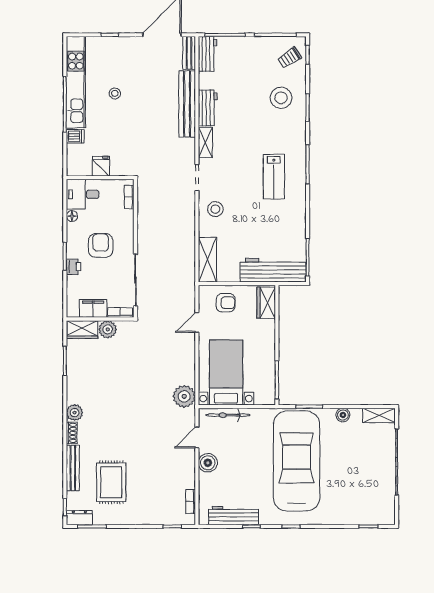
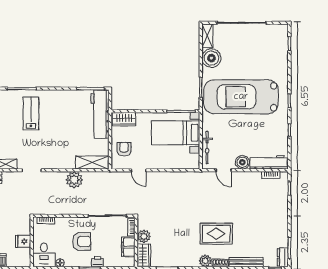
lab bench: (274, 177) -> (31, 114), turned -90
stool: (215, 209) -> (55, 157), removed
armchair: (101, 245) -> (82, 242), turned 180
bed with nightstands: (226, 372) -> (176, 133), moved
plant: (184, 396) -> (74, 180), moved
boiler: (343, 415) -> (211, 58), width x1.86, depth x1.86
rug: (111, 482) -> (216, 234), moved
workbench: (234, 516) -> (269, 162), moved, turned 90

